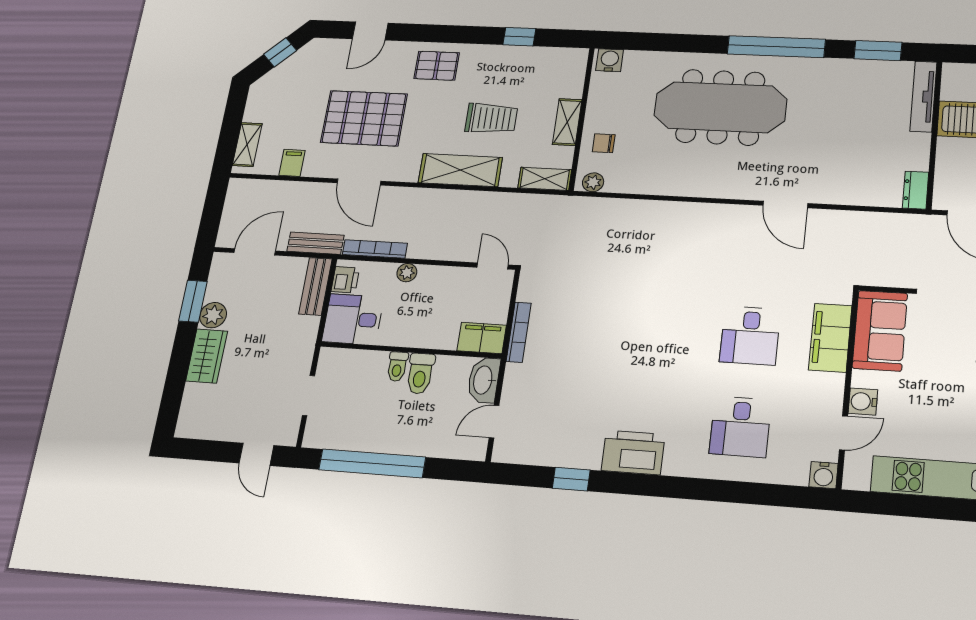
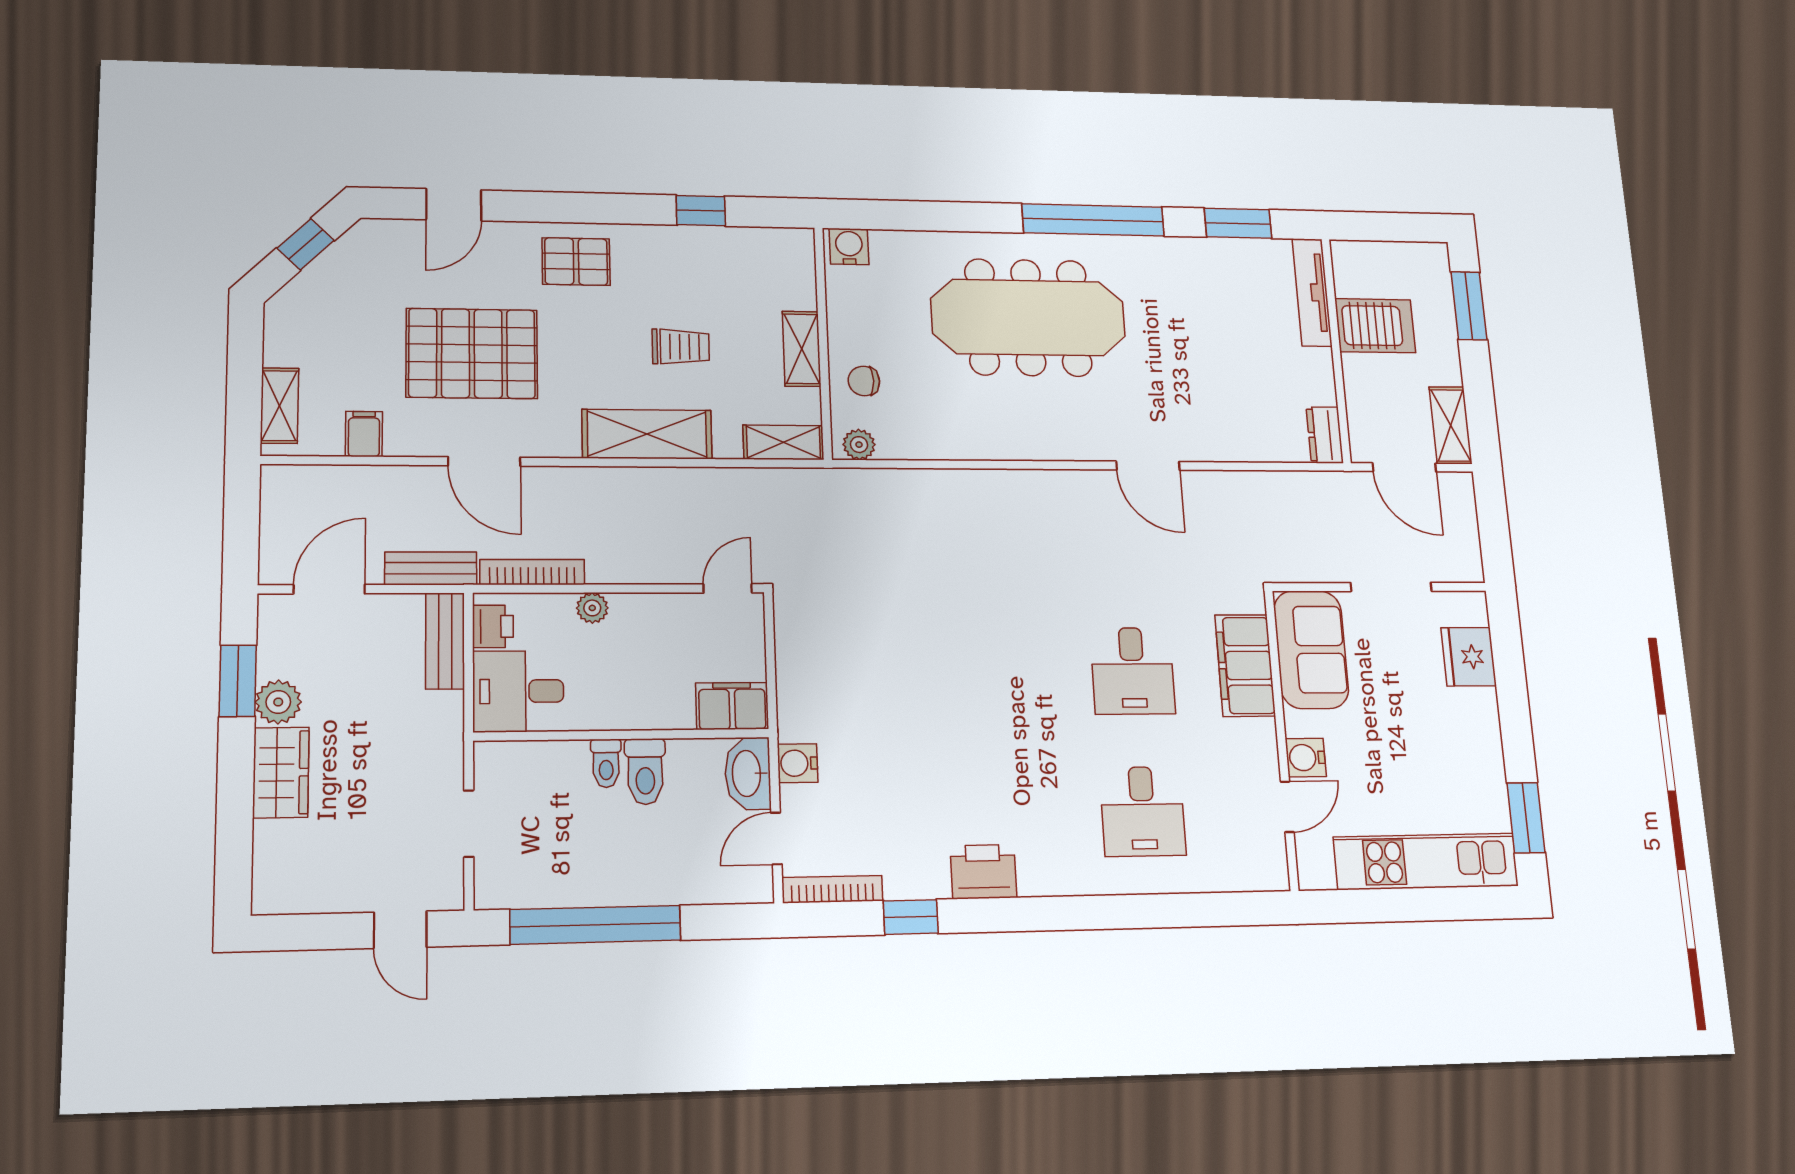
trolley: (491, 118) -> (681, 347), width x0.73, depth x0.72
door: (493, 266) -> (728, 588), hinge flipped
bookcase: (519, 332) -> (832, 889), moved, turned -90
printer: (633, 452) -> (983, 872), width x0.73, depth x0.84
water cooler: (824, 475) -> (798, 763), moved, turned 90

